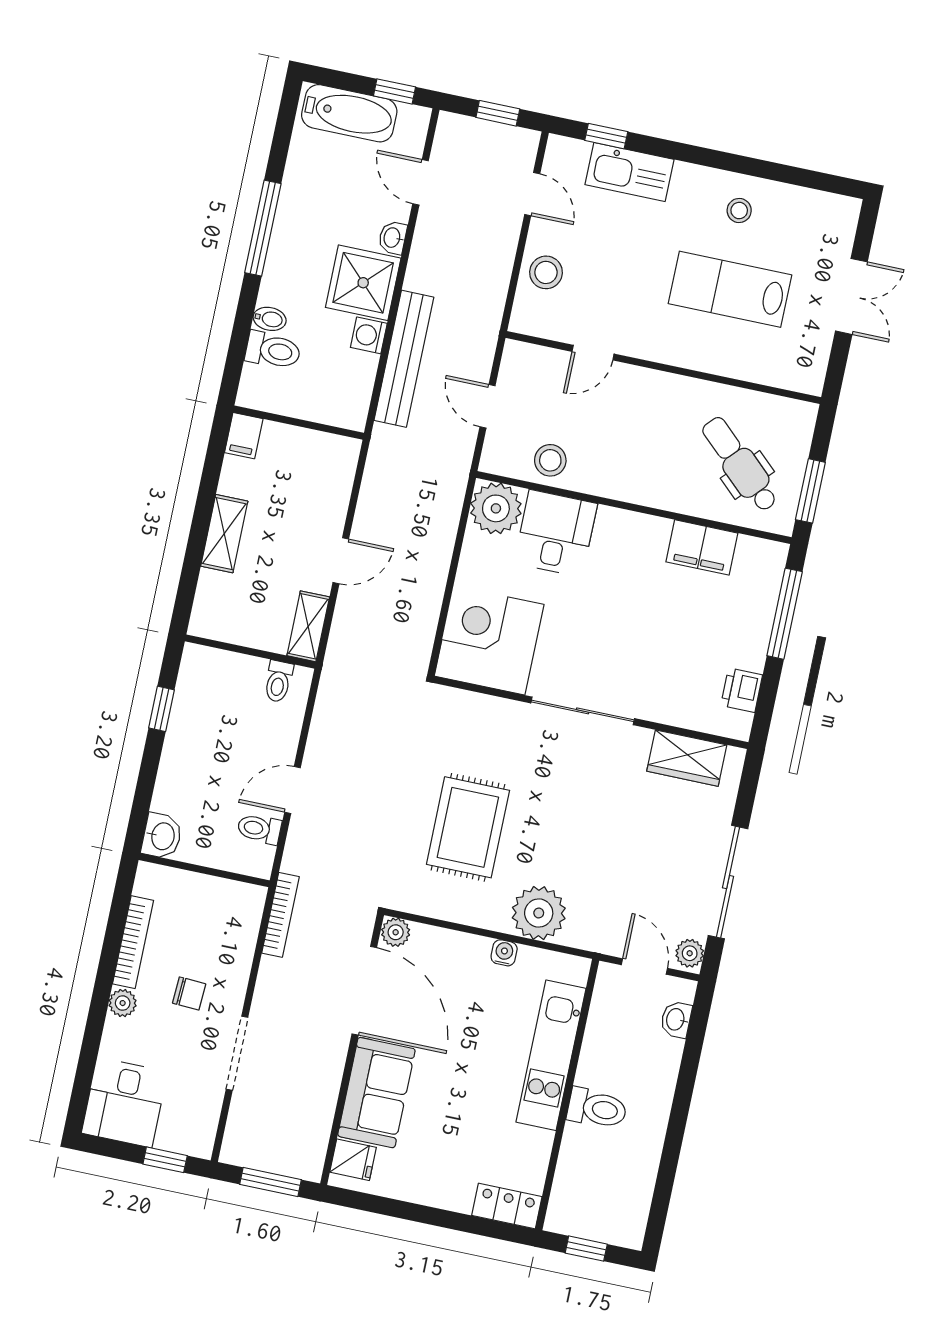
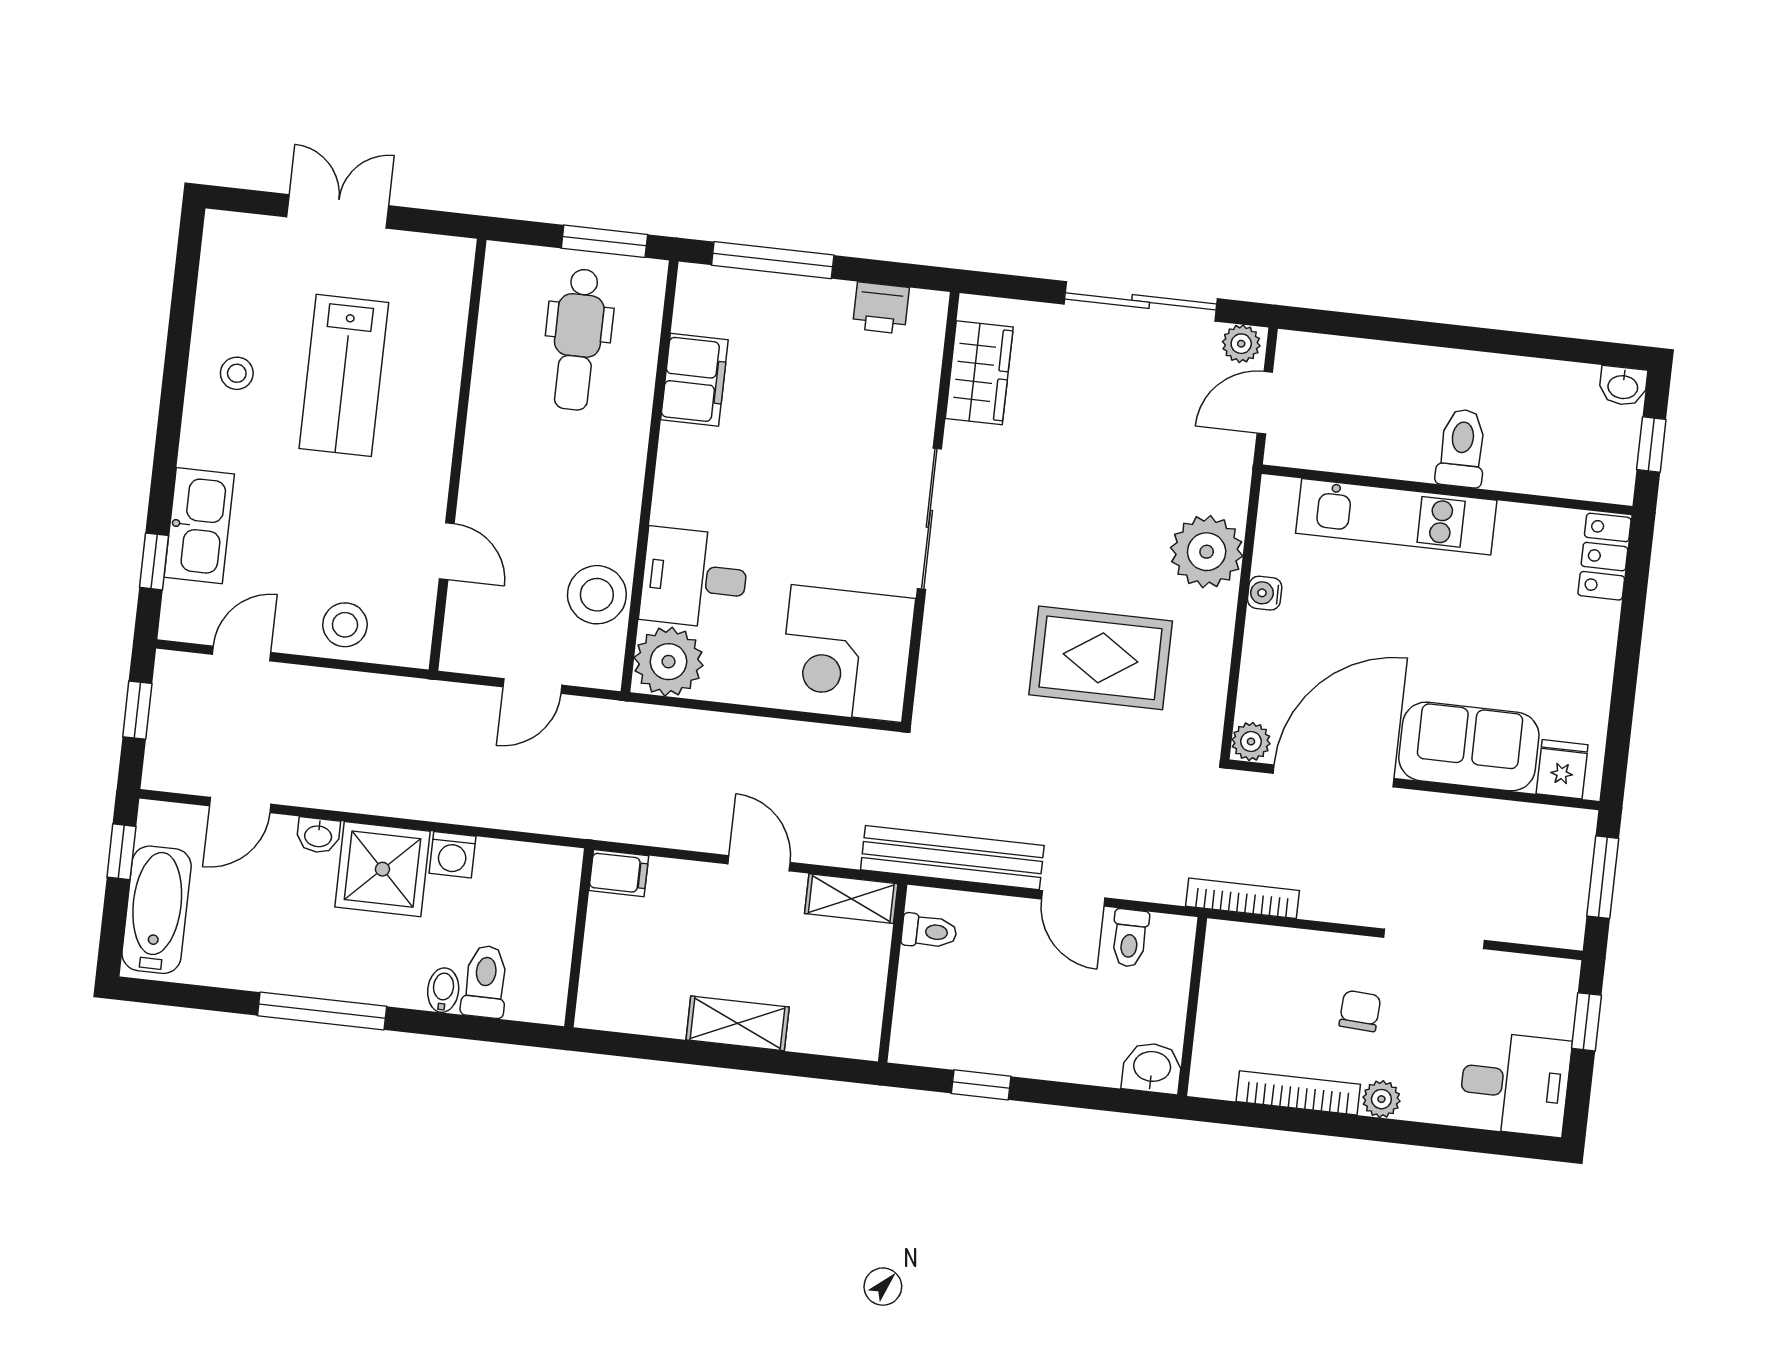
bench: (404, 359) -> (952, 858), moved
filing cabinet: (244, 436) -> (619, 873), moved
stool: (550, 460) -> (597, 595), width x1.38, depth x1.38
dental chair: (740, 464) -> (578, 339), turned -43
washbasin: (676, 1020) -> (1623, 386), moved

